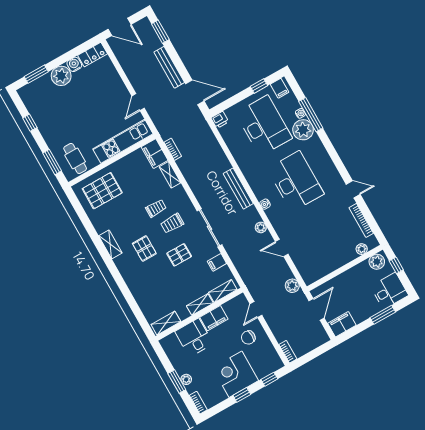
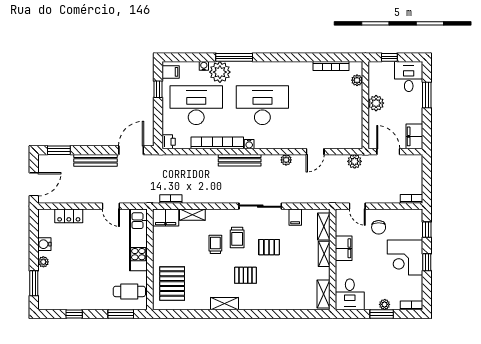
locker: (93, 55) -> (69, 216), moved, turned 90
plant: (61, 76) -> (43, 262), width x0.53, depth x0.53
window: (311, 115) -> (234, 57), moved
bookcase: (242, 161) -> (217, 143), added
door: (353, 189) -> (299, 57), removed
water cooler: (265, 204) -> (249, 144), moved
pallet: (179, 255) -> (269, 247), turned 90
plant: (377, 262) -> (376, 103), moved
desk: (194, 338) -> (350, 294), moved, turned -90

